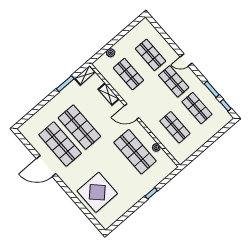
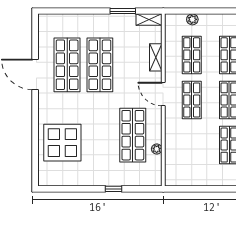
shop shelf: (175, 127) -> (192, 100), moved

